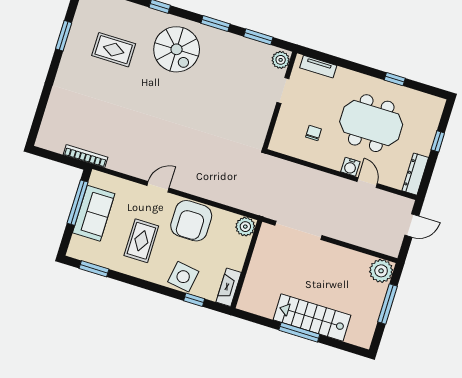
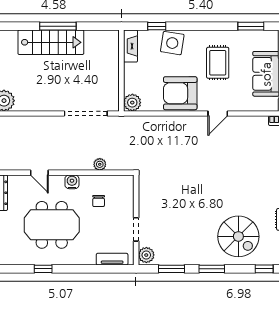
spiral stairs: (177, 49) -> (238, 236), turned 180
water cooler: (350, 167) -> (72, 182), moved
plant: (300, 172) -> (100, 164), added
armchair: (191, 221) -> (180, 93), turned -90

